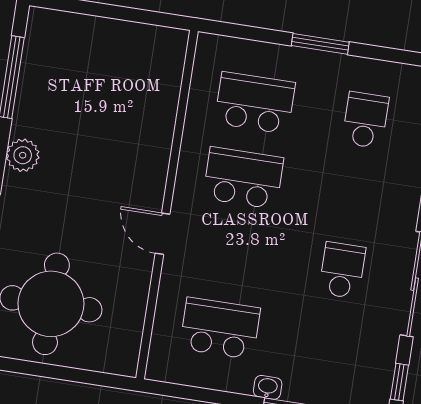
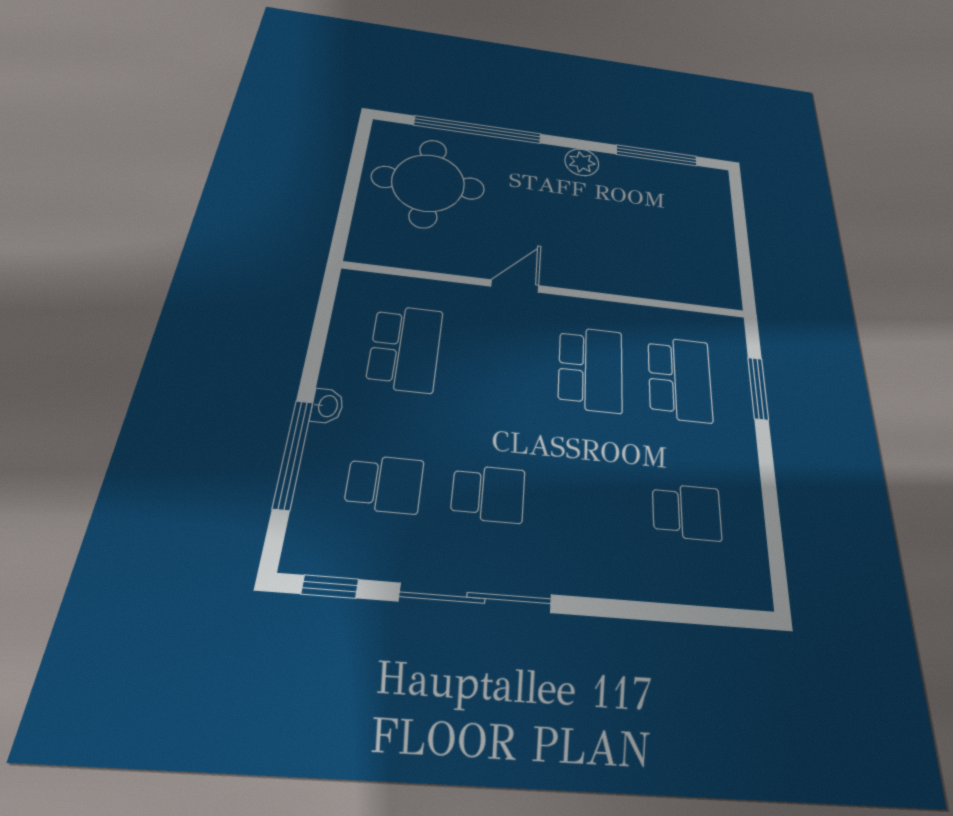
window: (320, 44) -> (758, 388), moved
school desk: (331, 345) -> (384, 484), added

